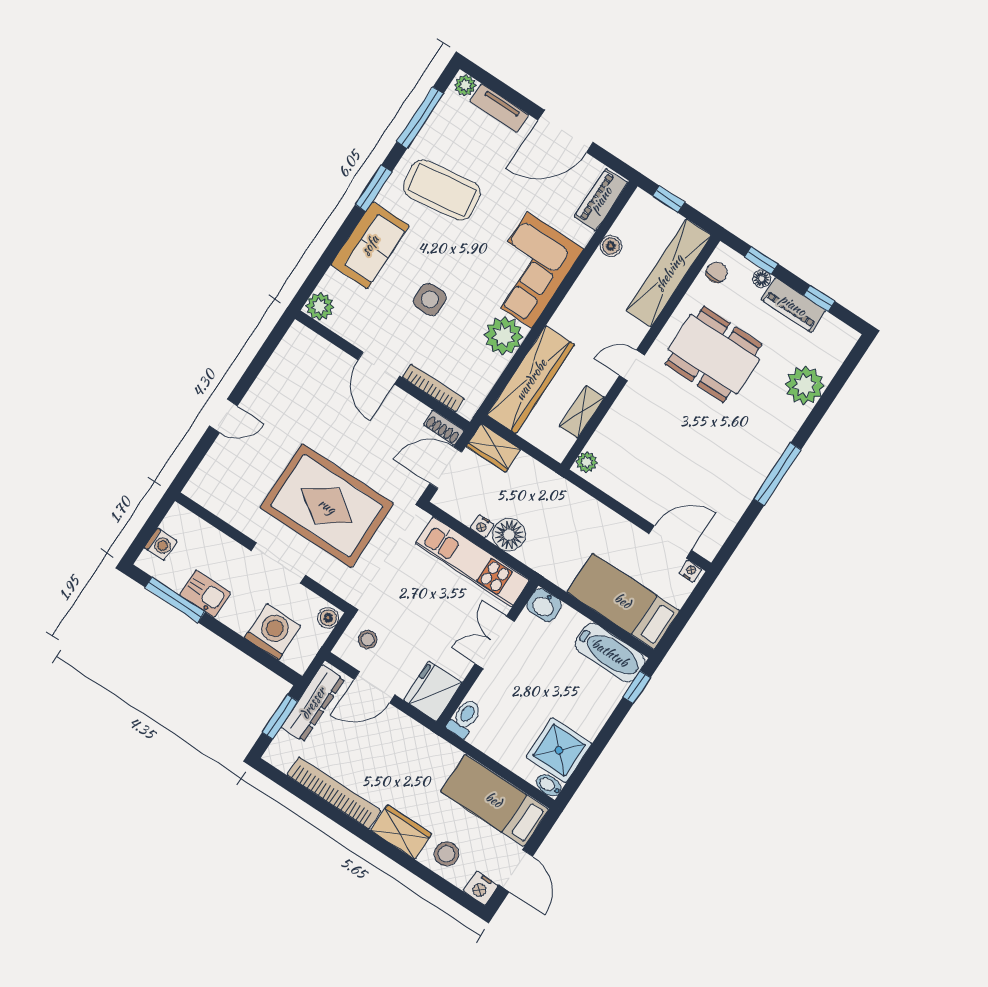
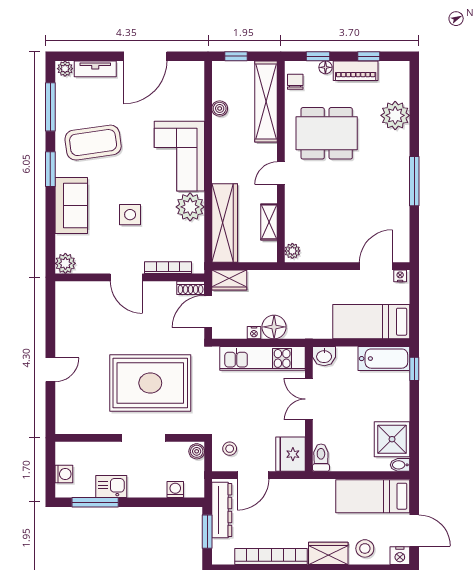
piano: (601, 200) -> (195, 84), removed
washing machine: (273, 632) -> (175, 490), width x0.53, depth x0.53

